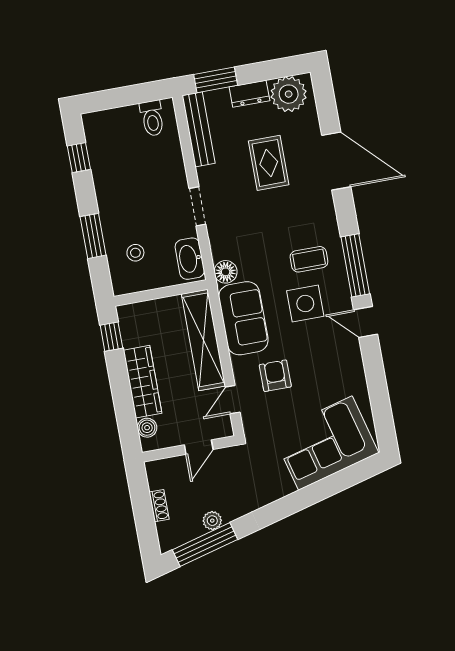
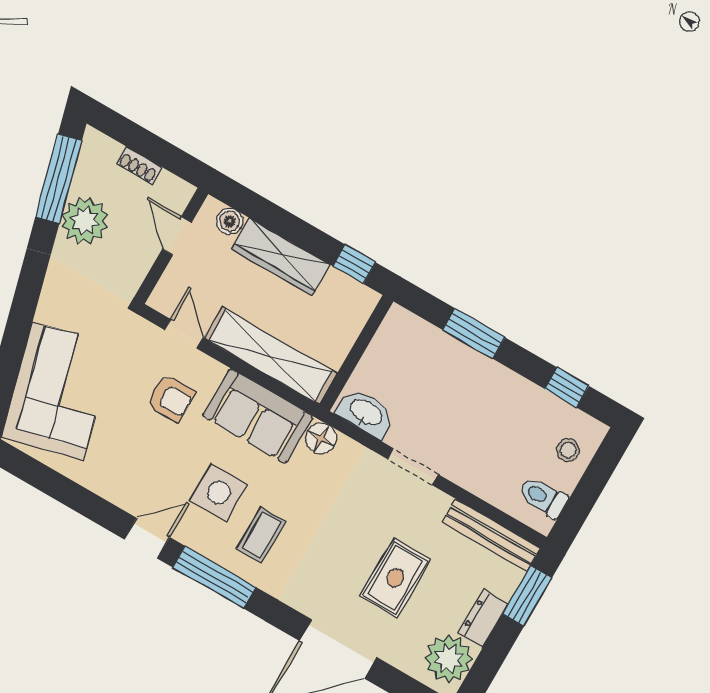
rug: (269, 163) -> (395, 578), turned 90
stool: (135, 253) -> (568, 450), moved
door: (199, 447) -> (177, 236), moved
plant: (212, 521) -> (85, 221), width x1.88, depth x1.88

